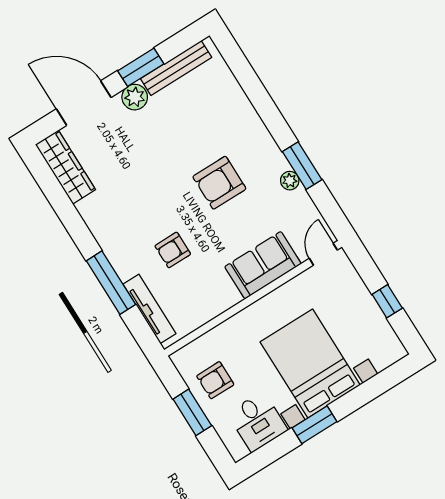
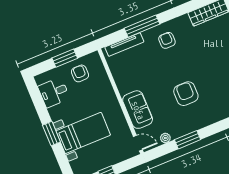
plant: (290, 181) -> (165, 138), moved
armchair: (173, 250) -> (167, 40), moved
bed with nightstands: (310, 363) -> (83, 133), width x0.73
window: (315, 425) -> (51, 134), moved

